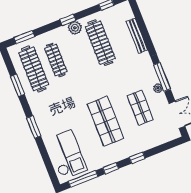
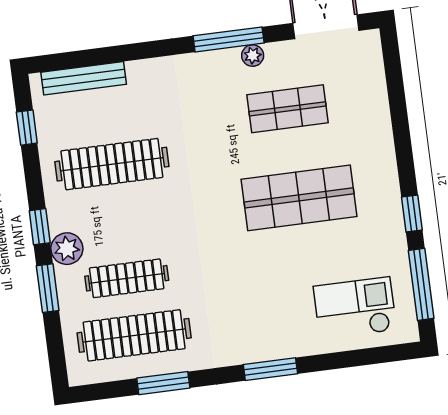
plant: (75, 28) -> (67, 249), moved
bench: (137, 36) -> (84, 78), moved
window: (24, 37) -> (48, 288), moved
checkout: (67, 155) -> (355, 308), width x0.73, depth x0.83
window: (137, 158) -> (403, 145), removed

